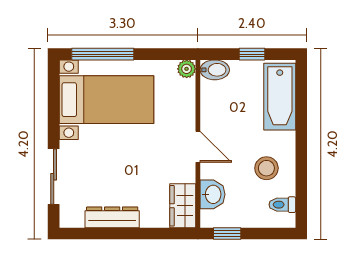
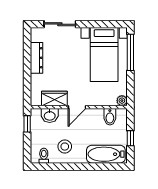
bidet: (215, 70) -> (110, 117), moved
wardrobe: (183, 206) -> (54, 98), moved

